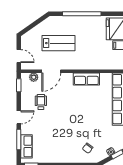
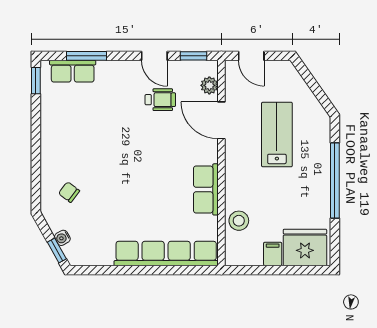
lab bench: (59, 43) -> (277, 135), turned 180
door: (19, 56) -> (251, 56), hinge flipped
stool: (102, 62) -> (239, 221), added
door: (19, 117) -> (154, 56), moved

